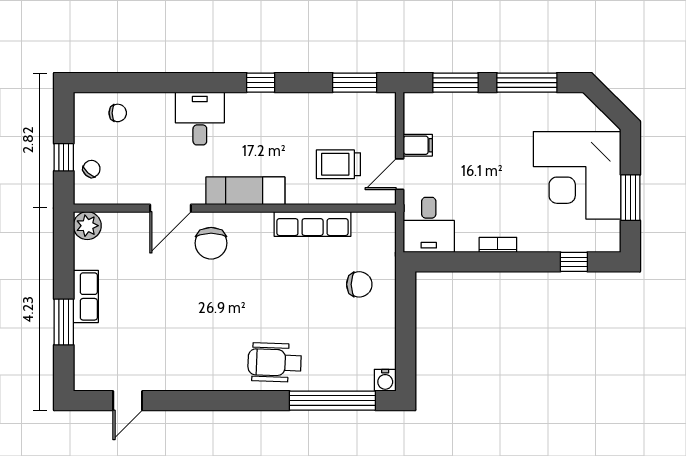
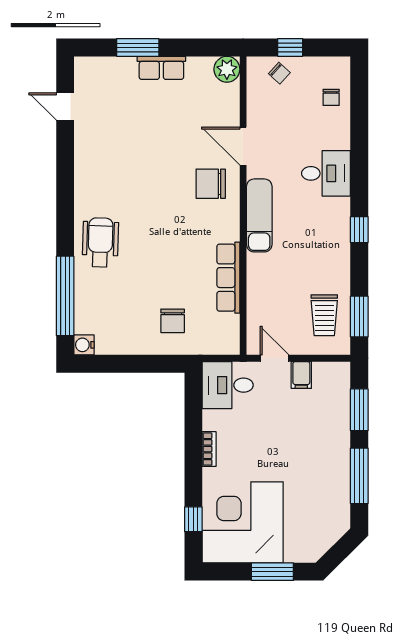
trolley: (338, 164) -> (324, 315), moved, turned 180
corner desk: (577, 175) -> (243, 522), moved
window: (630, 198) -> (272, 572), moved

